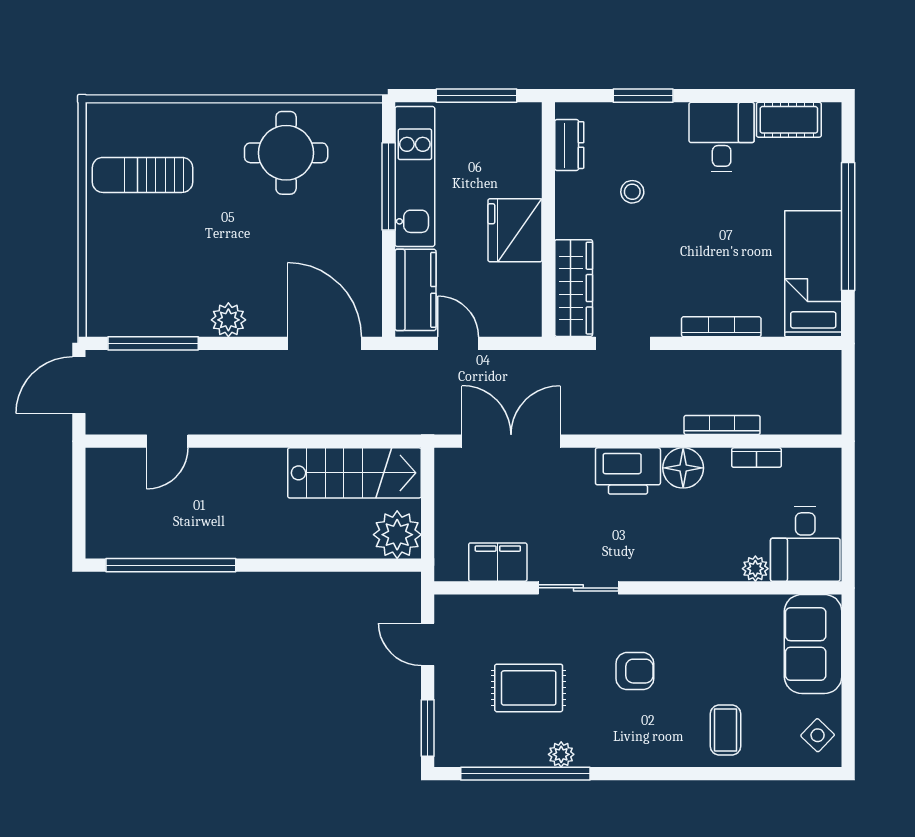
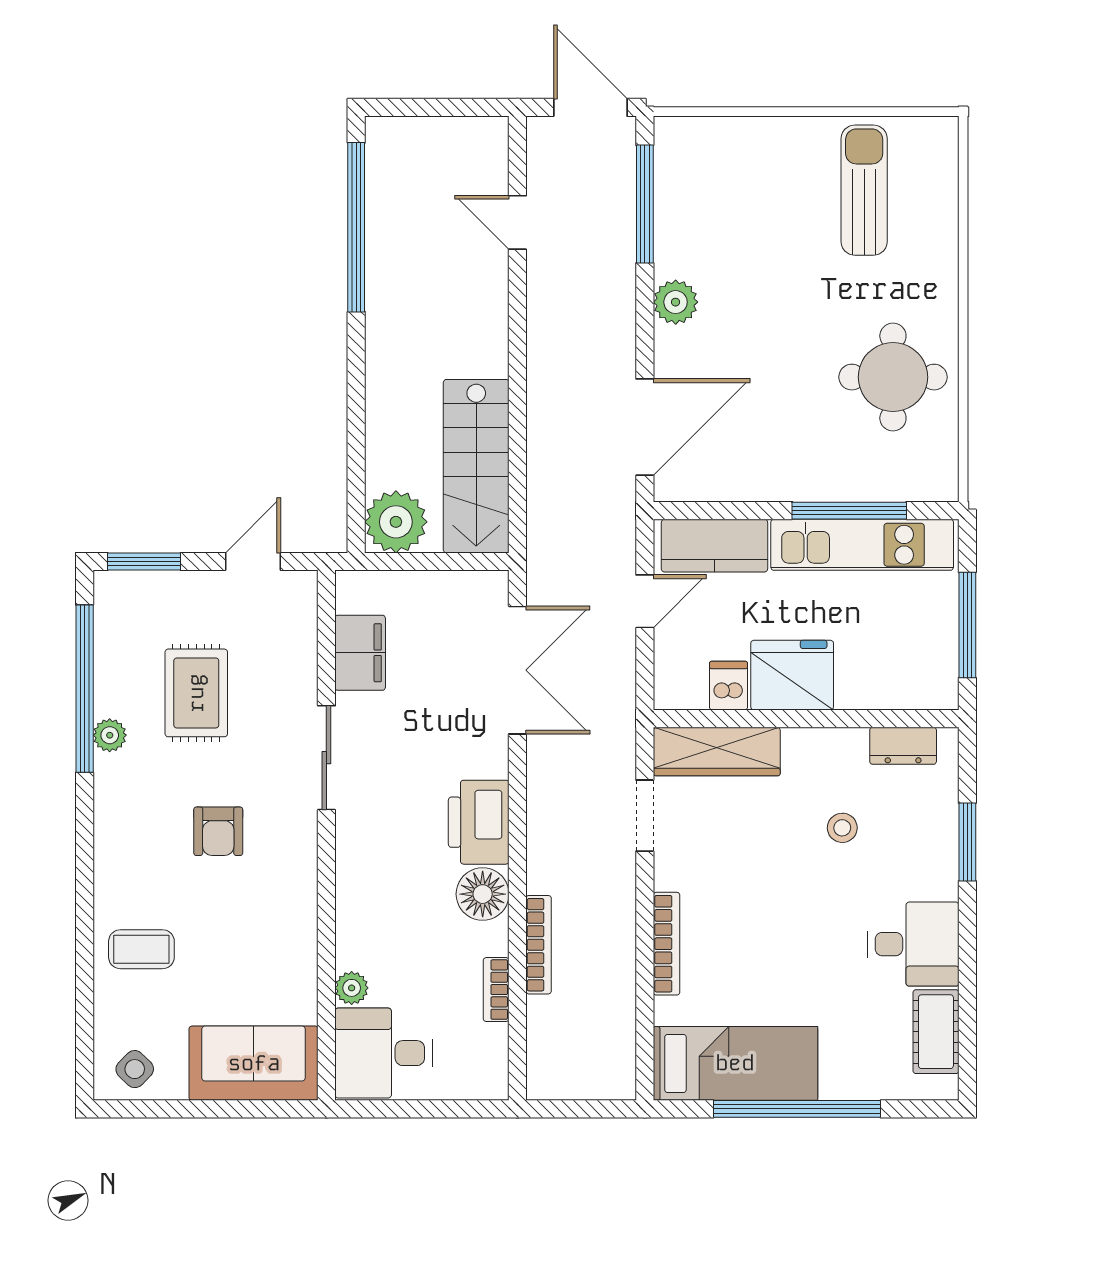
dishwasher: (523, 279) -> (729, 686), added

